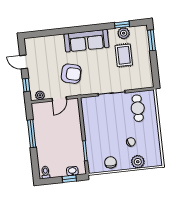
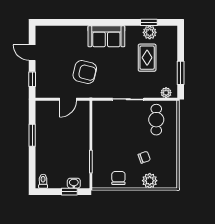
window: (151, 40) -> (181, 73), moved
sofa: (86, 41) -> (106, 36), width x0.73
plant: (40, 95) -> (166, 93), moved
window: (32, 134) -> (32, 135), width x0.69

